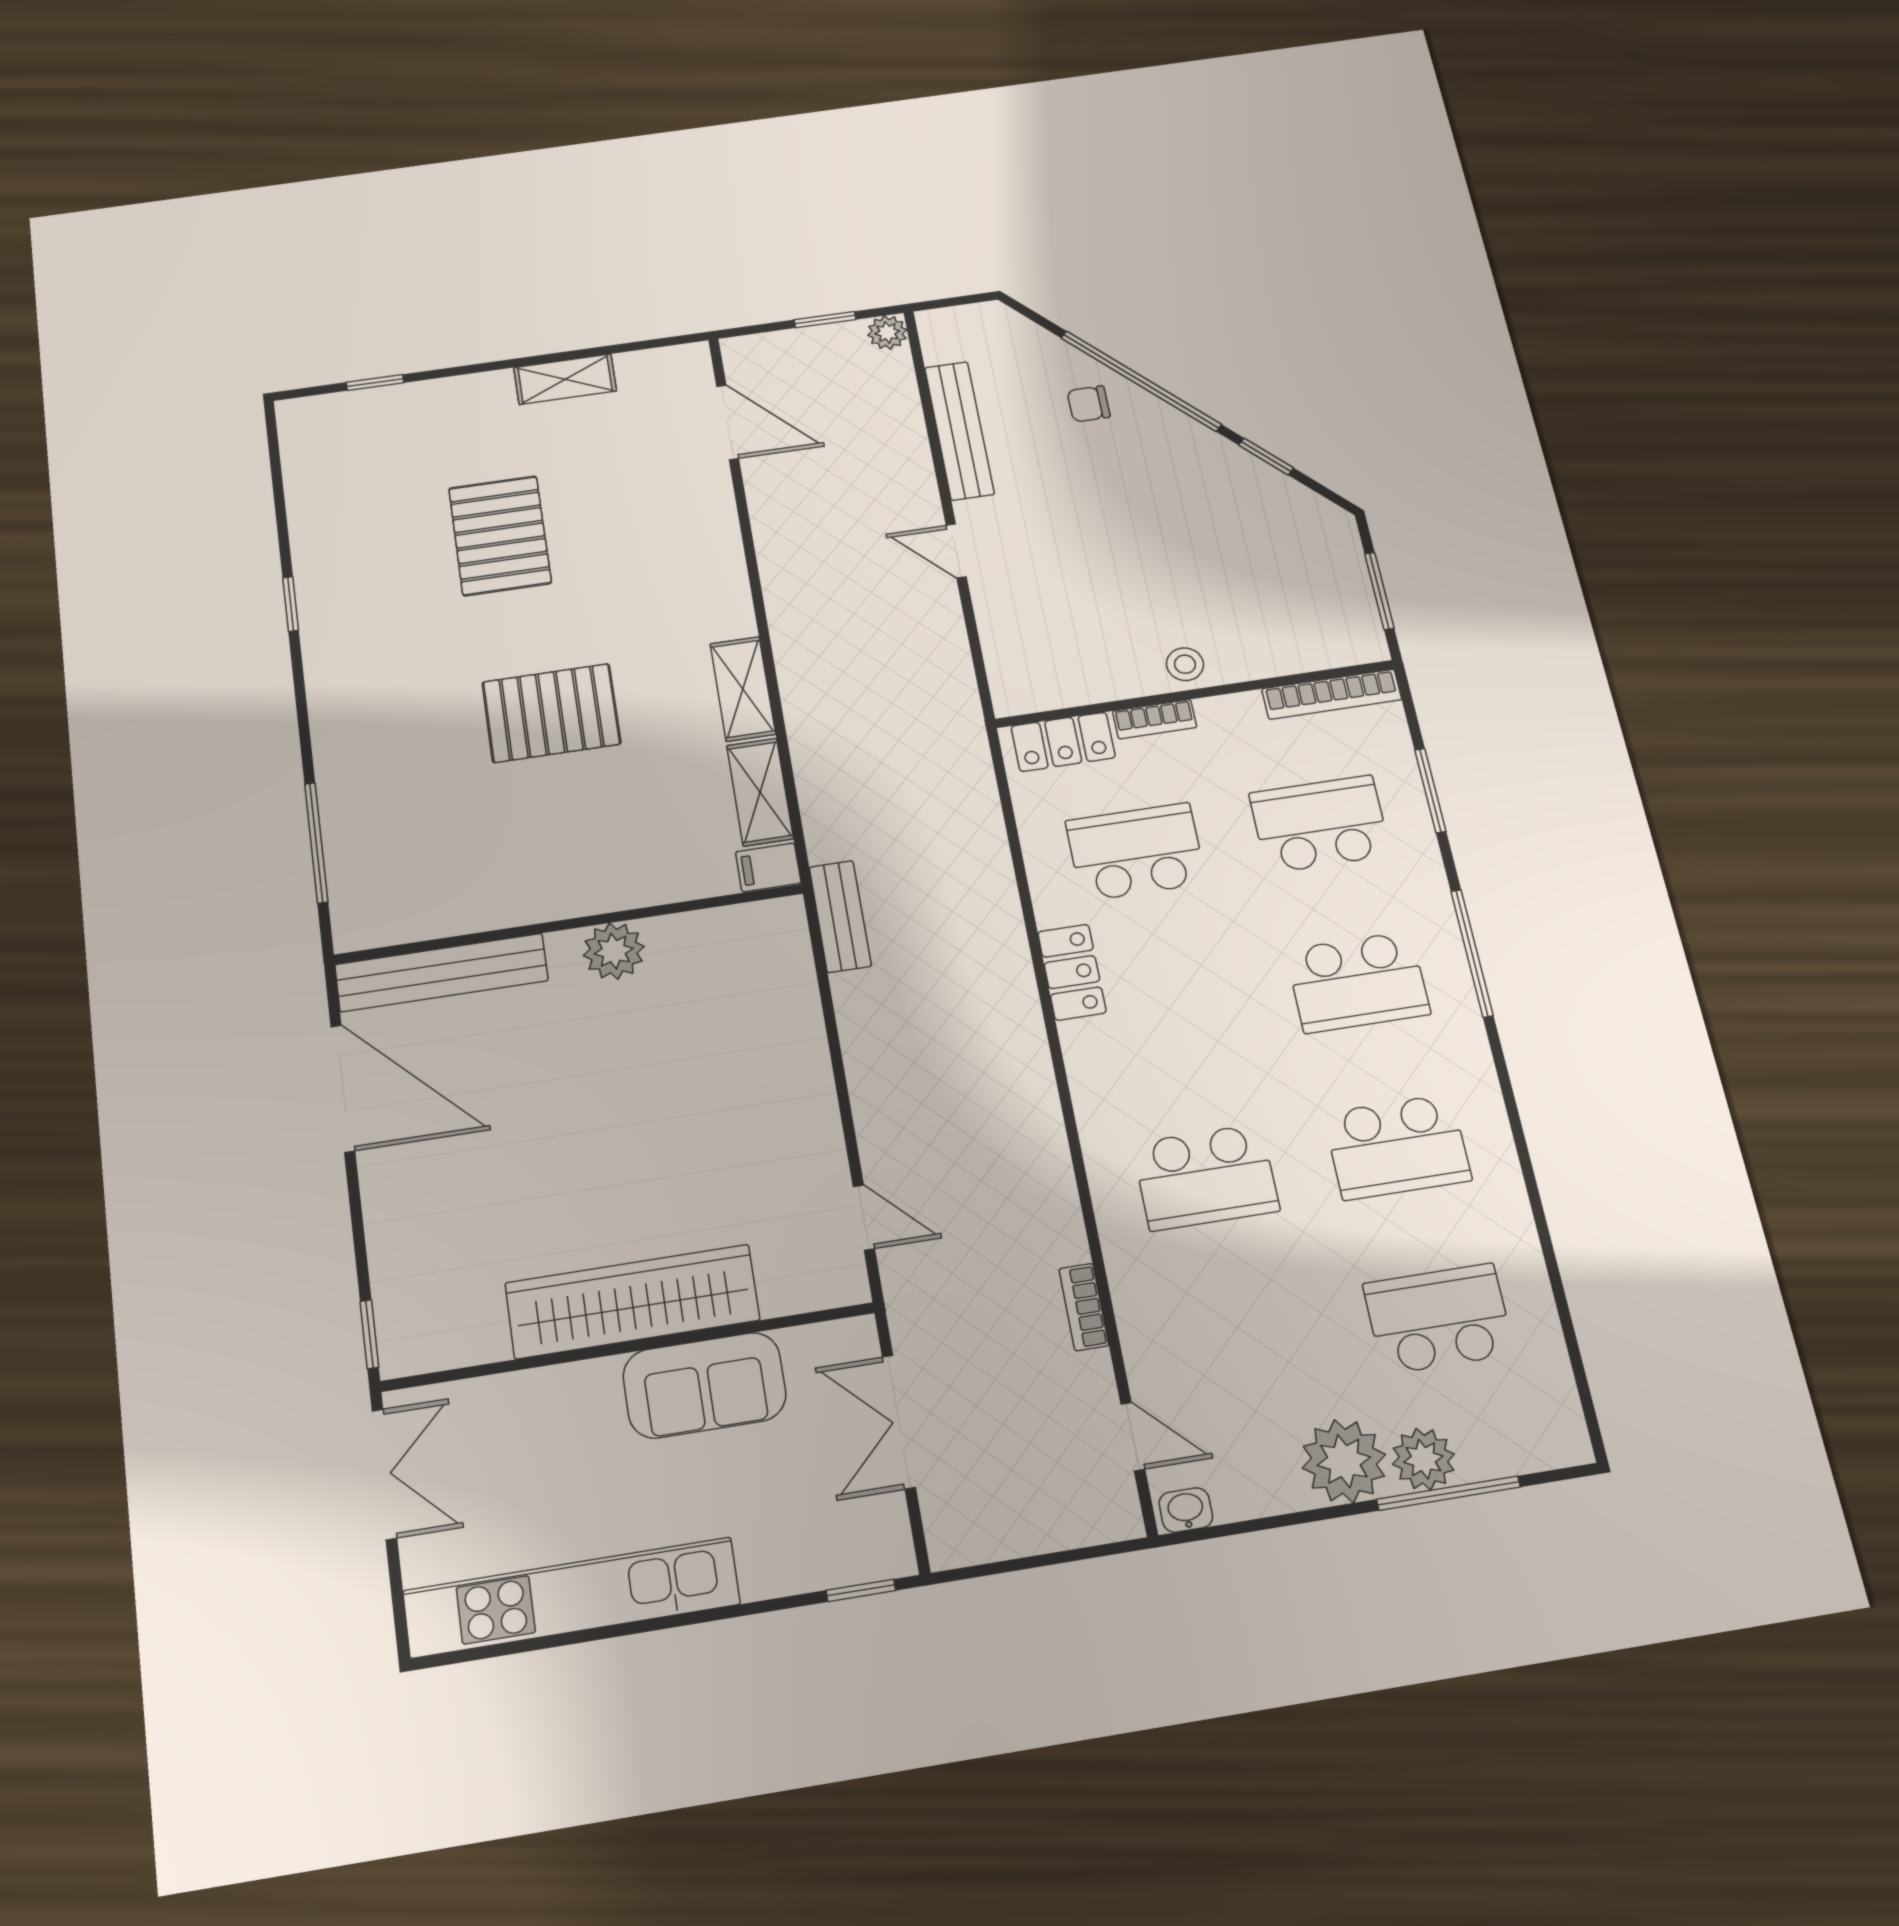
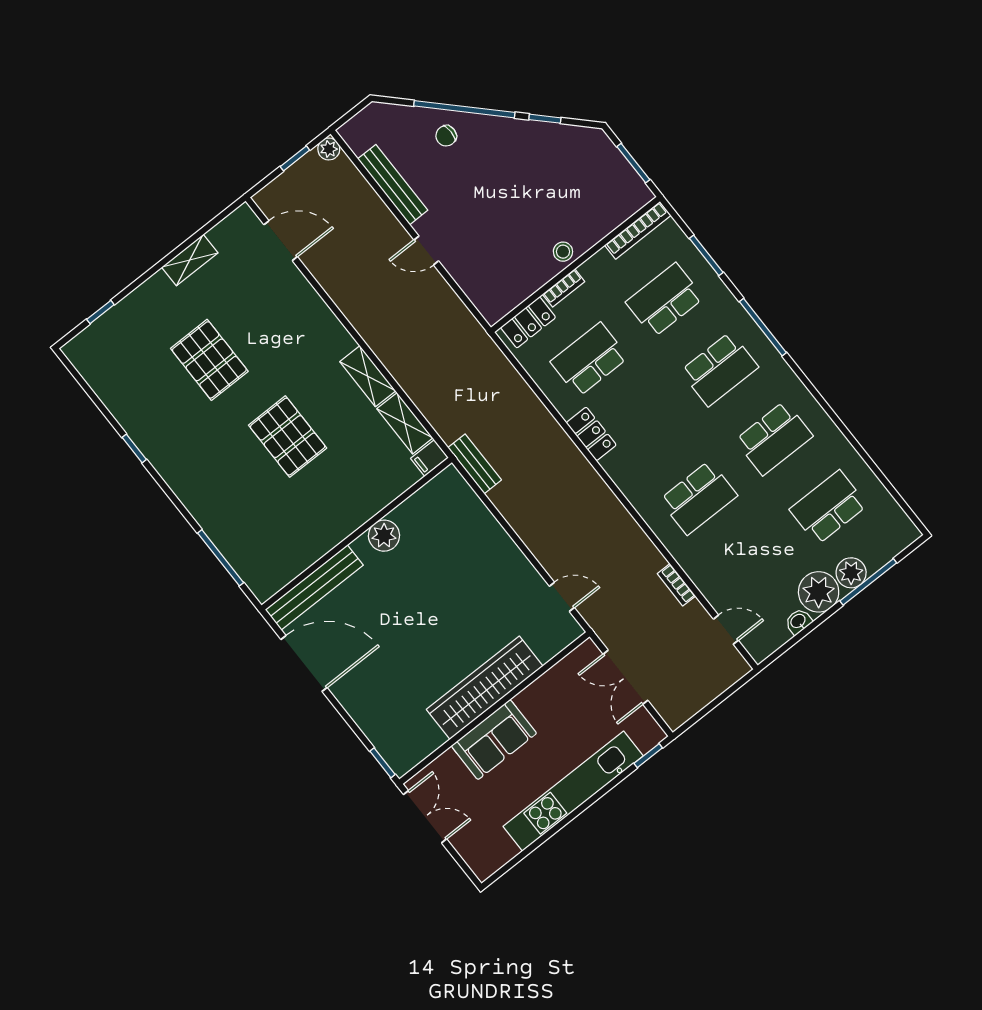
pallet: (551, 713) -> (288, 437), turned 90
sofa: (704, 1385) -> (494, 740), moved
washbasin: (1186, 1510) -> (798, 621), moved
kitchen unit: (572, 1597) -> (573, 791), moved

